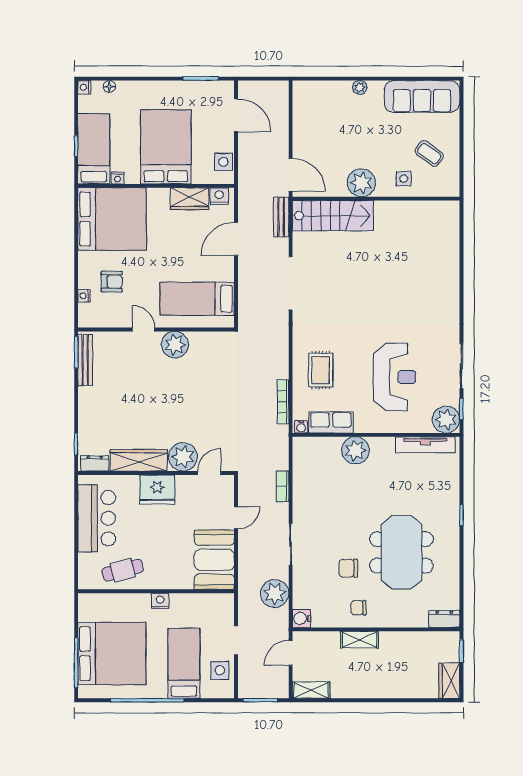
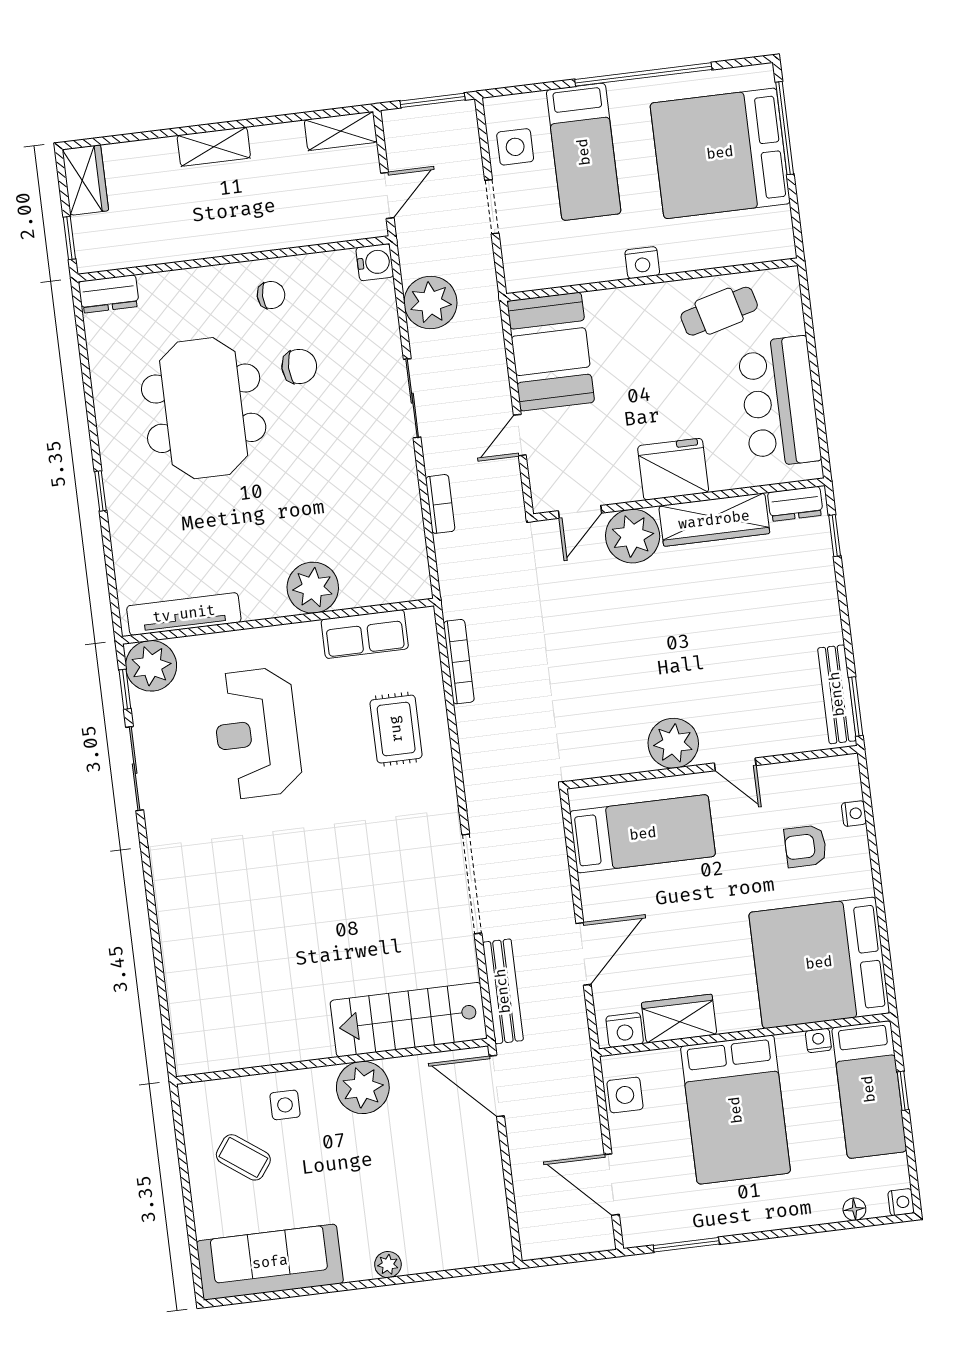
bench: (281, 217) -> (503, 991), width x1.36
water cooler: (301, 427) -> (420, 619), removed
shelving: (360, 640) -> (214, 147), moved

